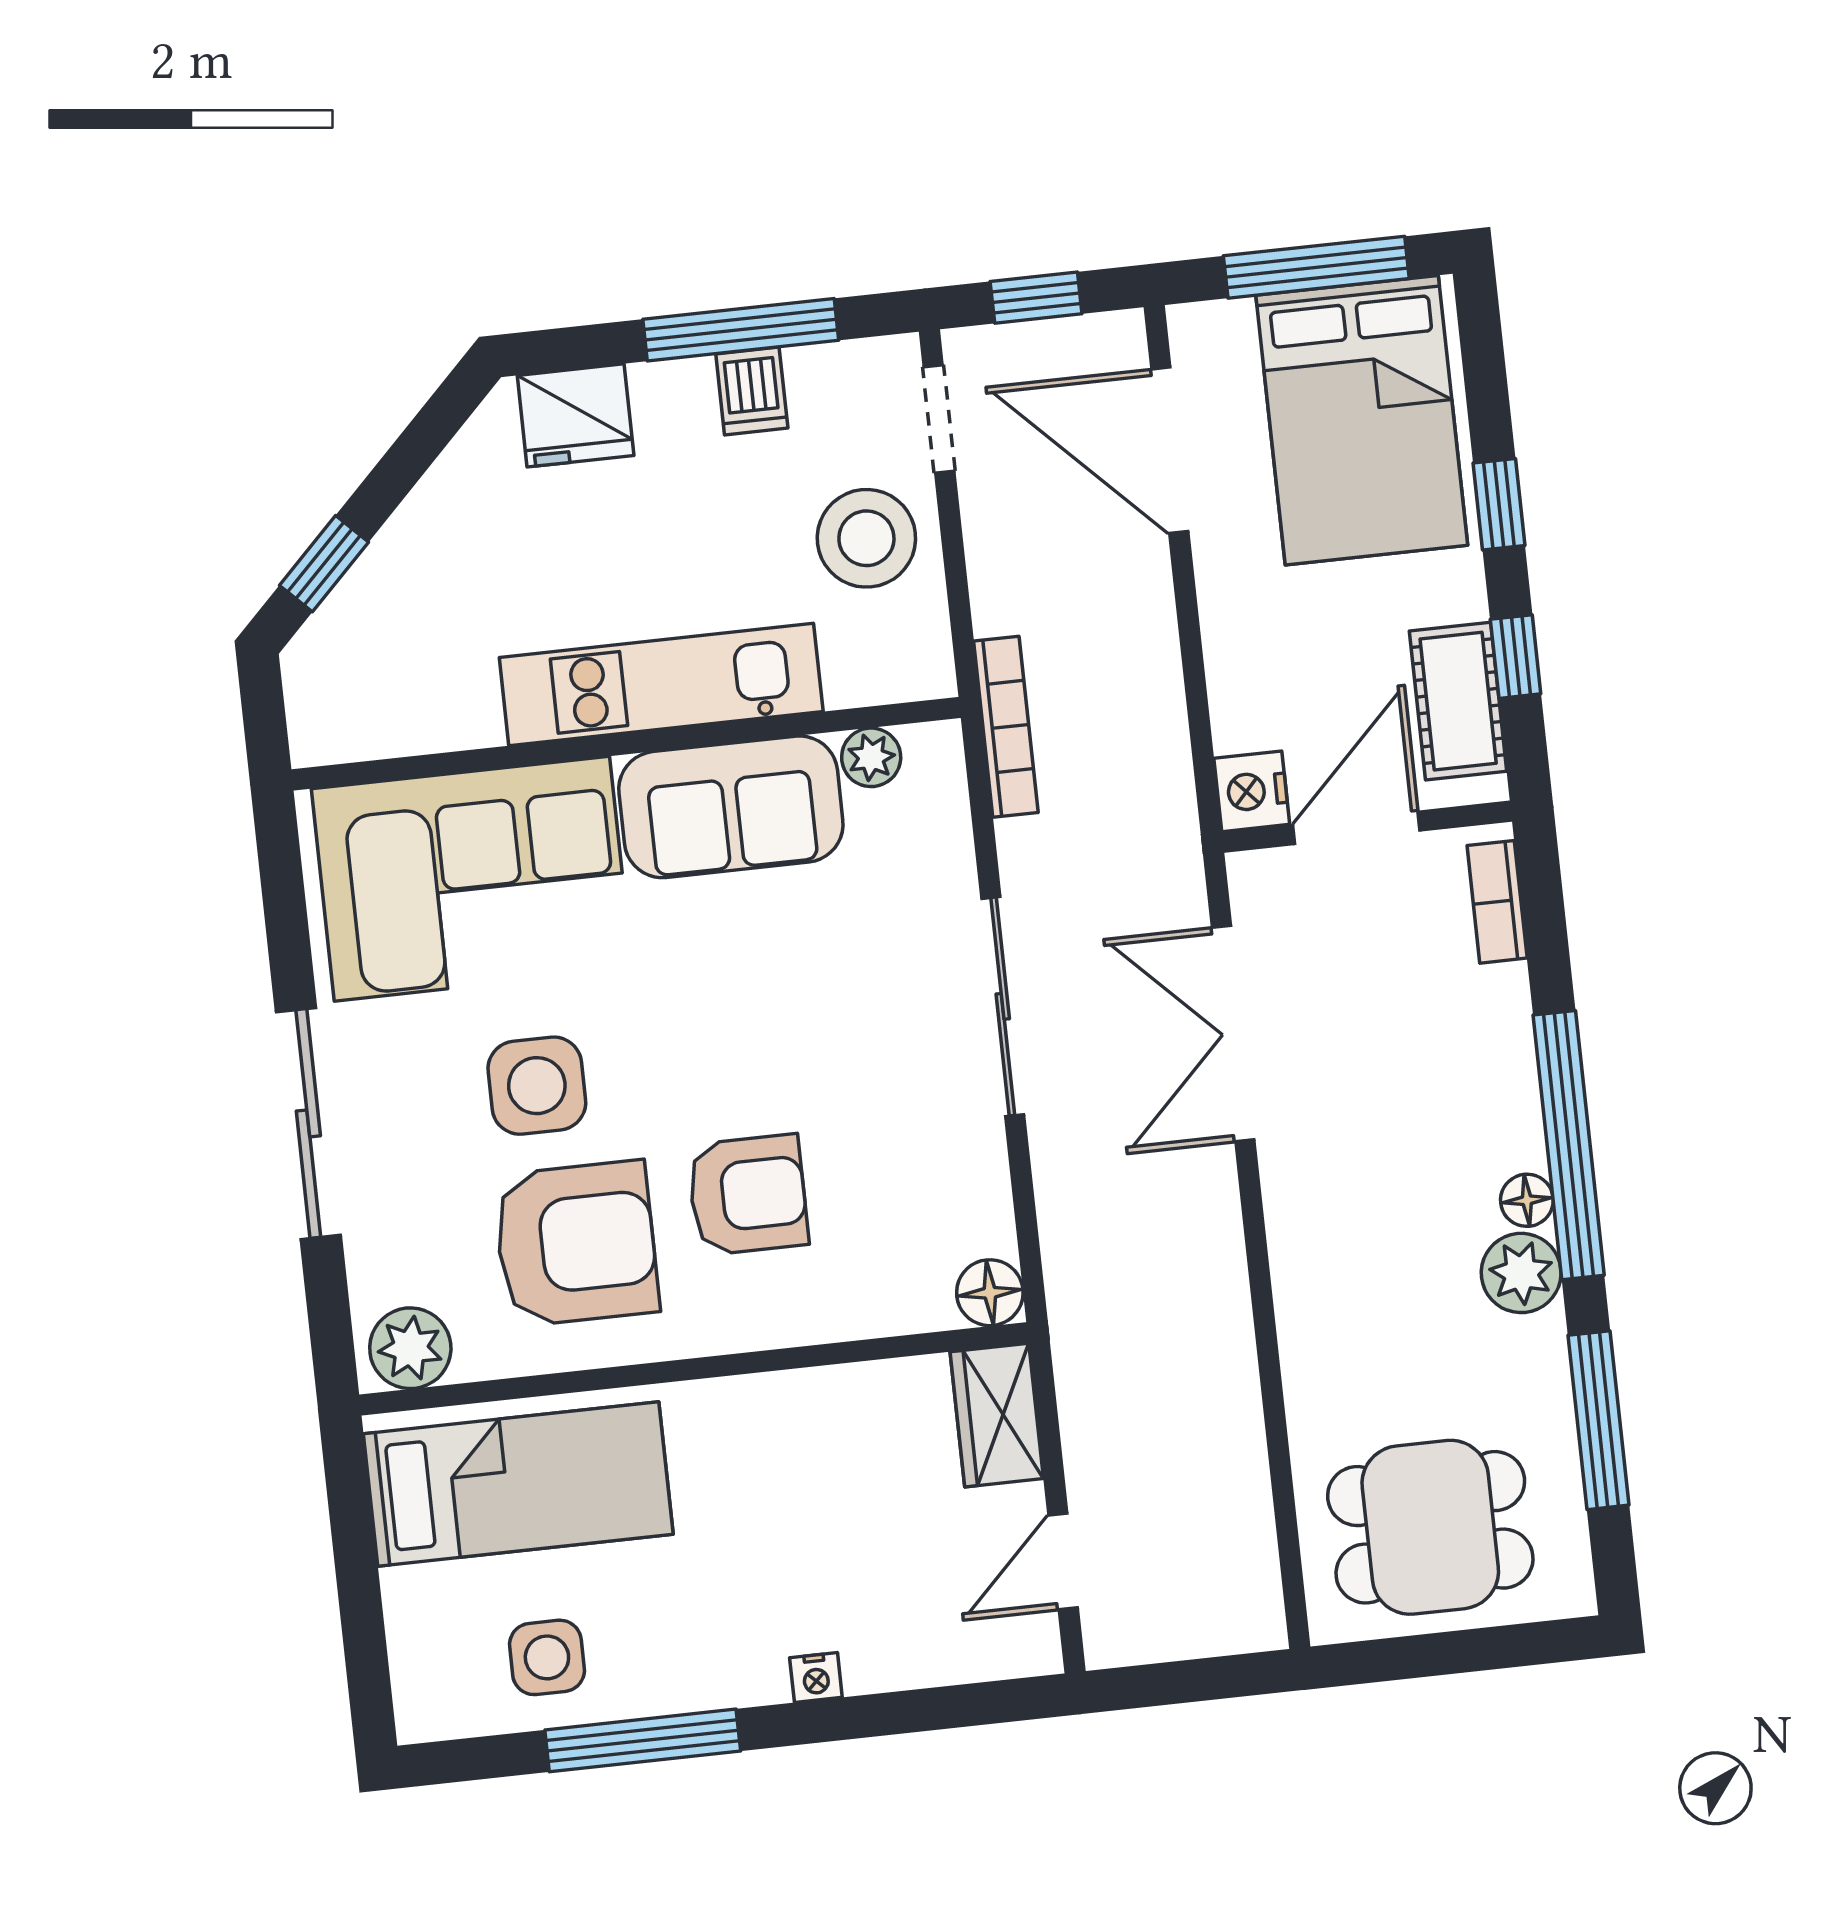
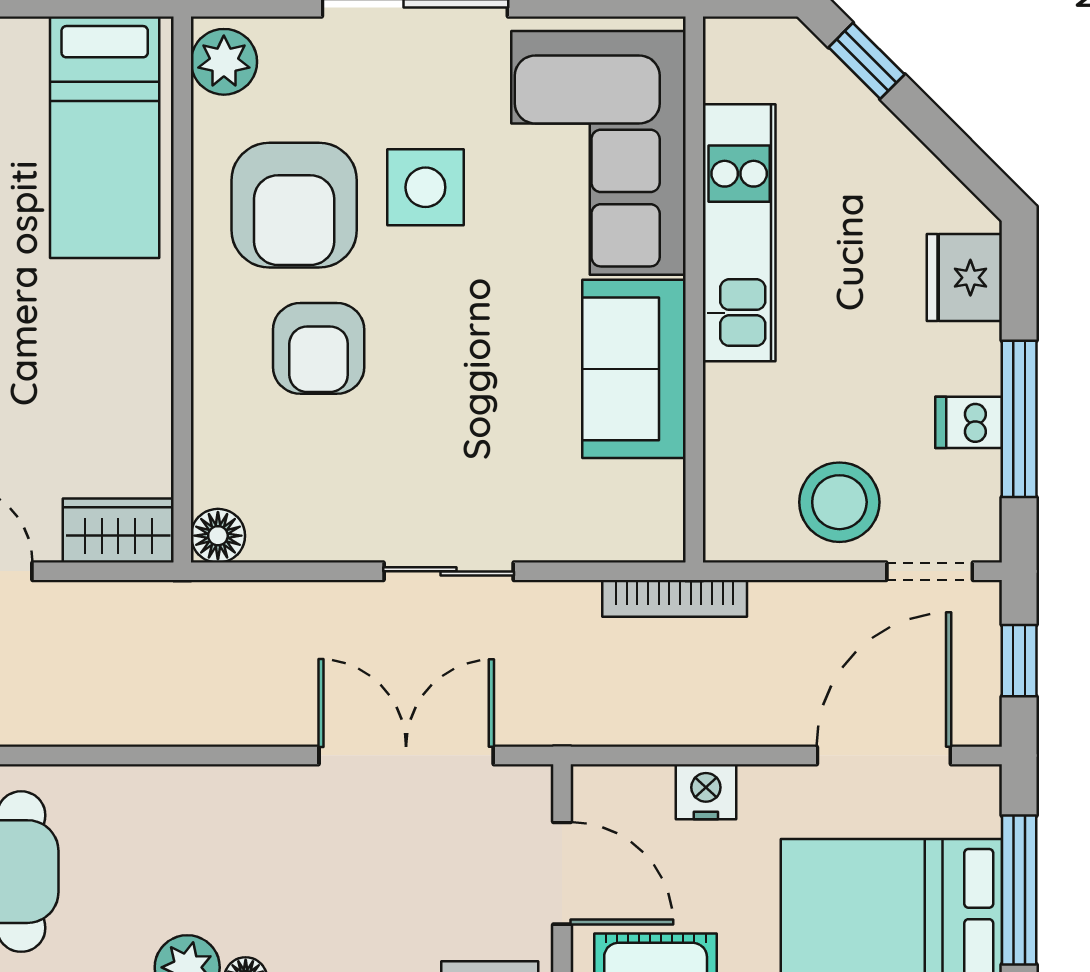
kitchen unit: (661, 684) -> (739, 233), moved
plant: (871, 757) -> (662, 487), removed
nightstand: (1252, 791) -> (706, 792), moved
sliding door: (1003, 1006) -> (449, 571), width x0.73

